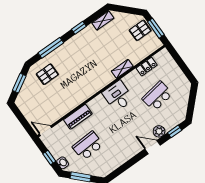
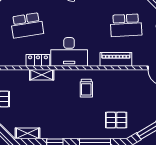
locker: (147, 67) -> (38, 60), moved
trolley: (84, 82) -> (86, 88), added
desk: (118, 96) -> (69, 52), width x1.37

